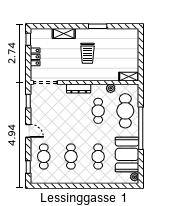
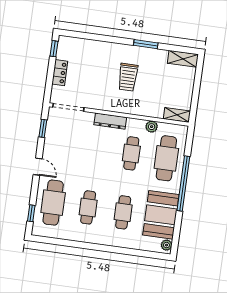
shelving: (64, 33) -> (183, 59), moved
cafe table: (44, 157) -> (53, 203), width x1.37, depth x1.35

